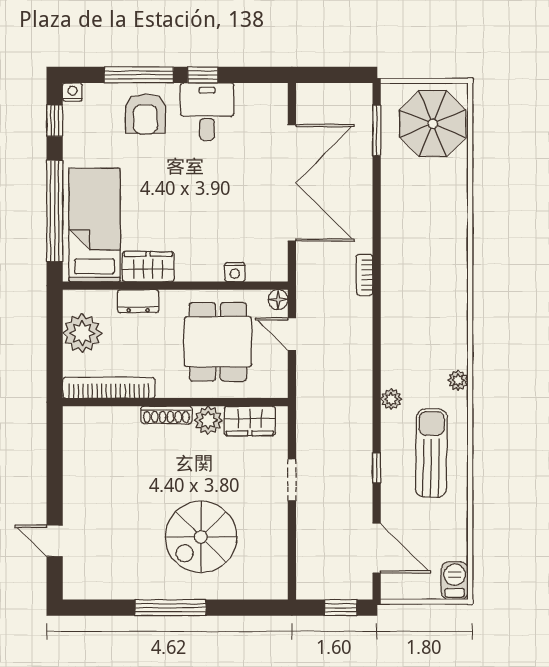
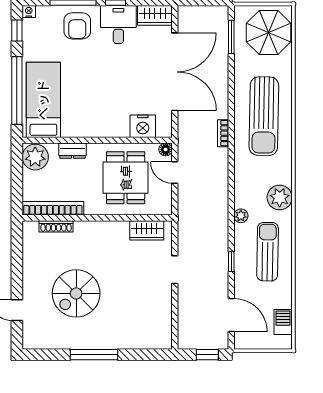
sun lounger: (426, 249) -> (264, 116), added
wardrobe: (148, 267) -> (155, 15), moved, turned 180
nightstand: (235, 272) -> (143, 126), width x1.89, depth x1.79
plant: (82, 333) -> (35, 157), moved
plant: (458, 380) -> (280, 197), width x1.87, depth x1.87
shoe rack: (166, 415) -> (56, 226), moved
plant: (208, 420) -> (119, 230), removed
spiral stairs: (201, 537) -> (76, 293), moved
barbecue: (455, 581) -> (283, 322), moved

